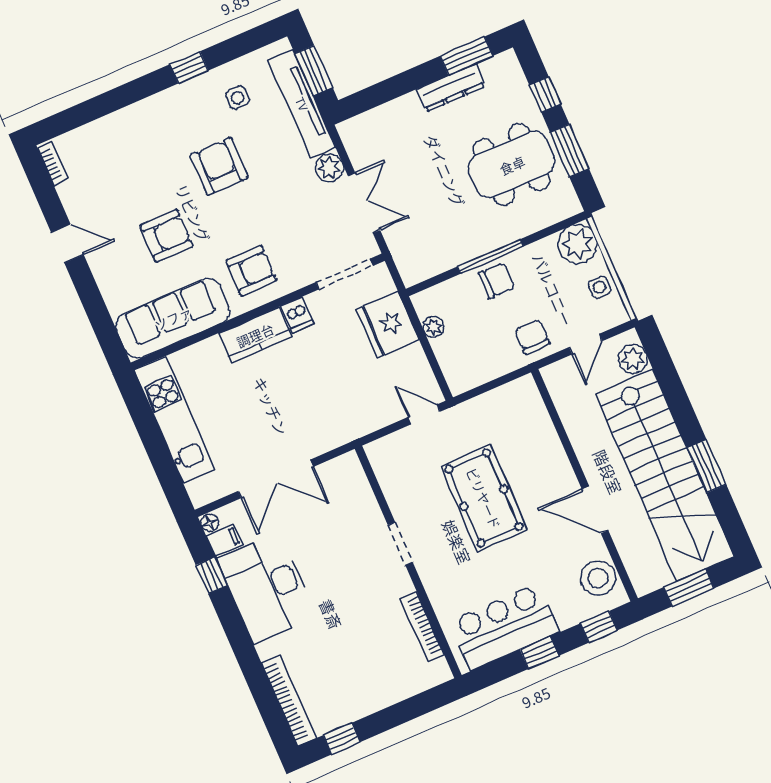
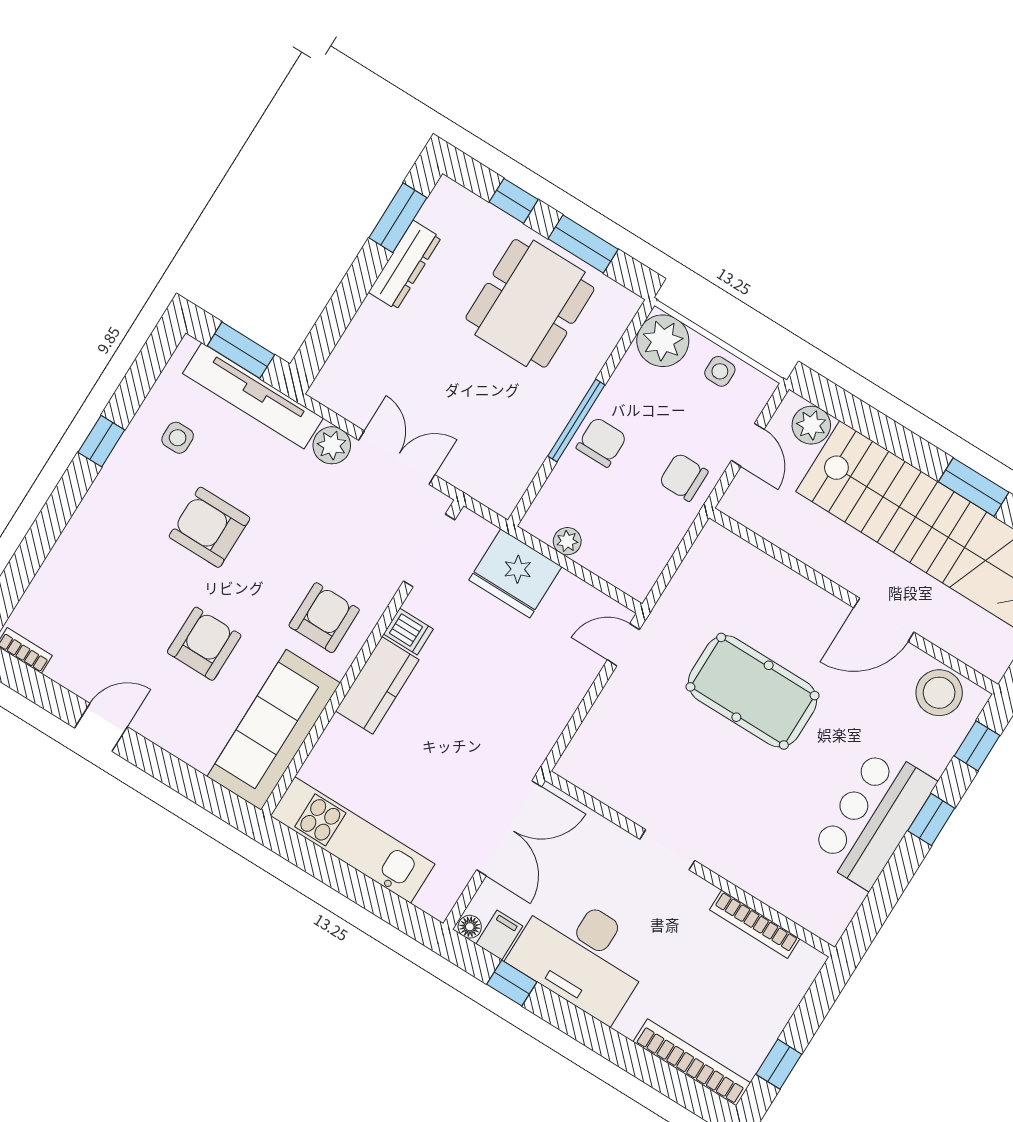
doorway: (400, 544) -> (667, 850), moved
wall: (408, 562) -> (690, 864), moved
bookcase: (422, 627) -> (755, 924), moved

